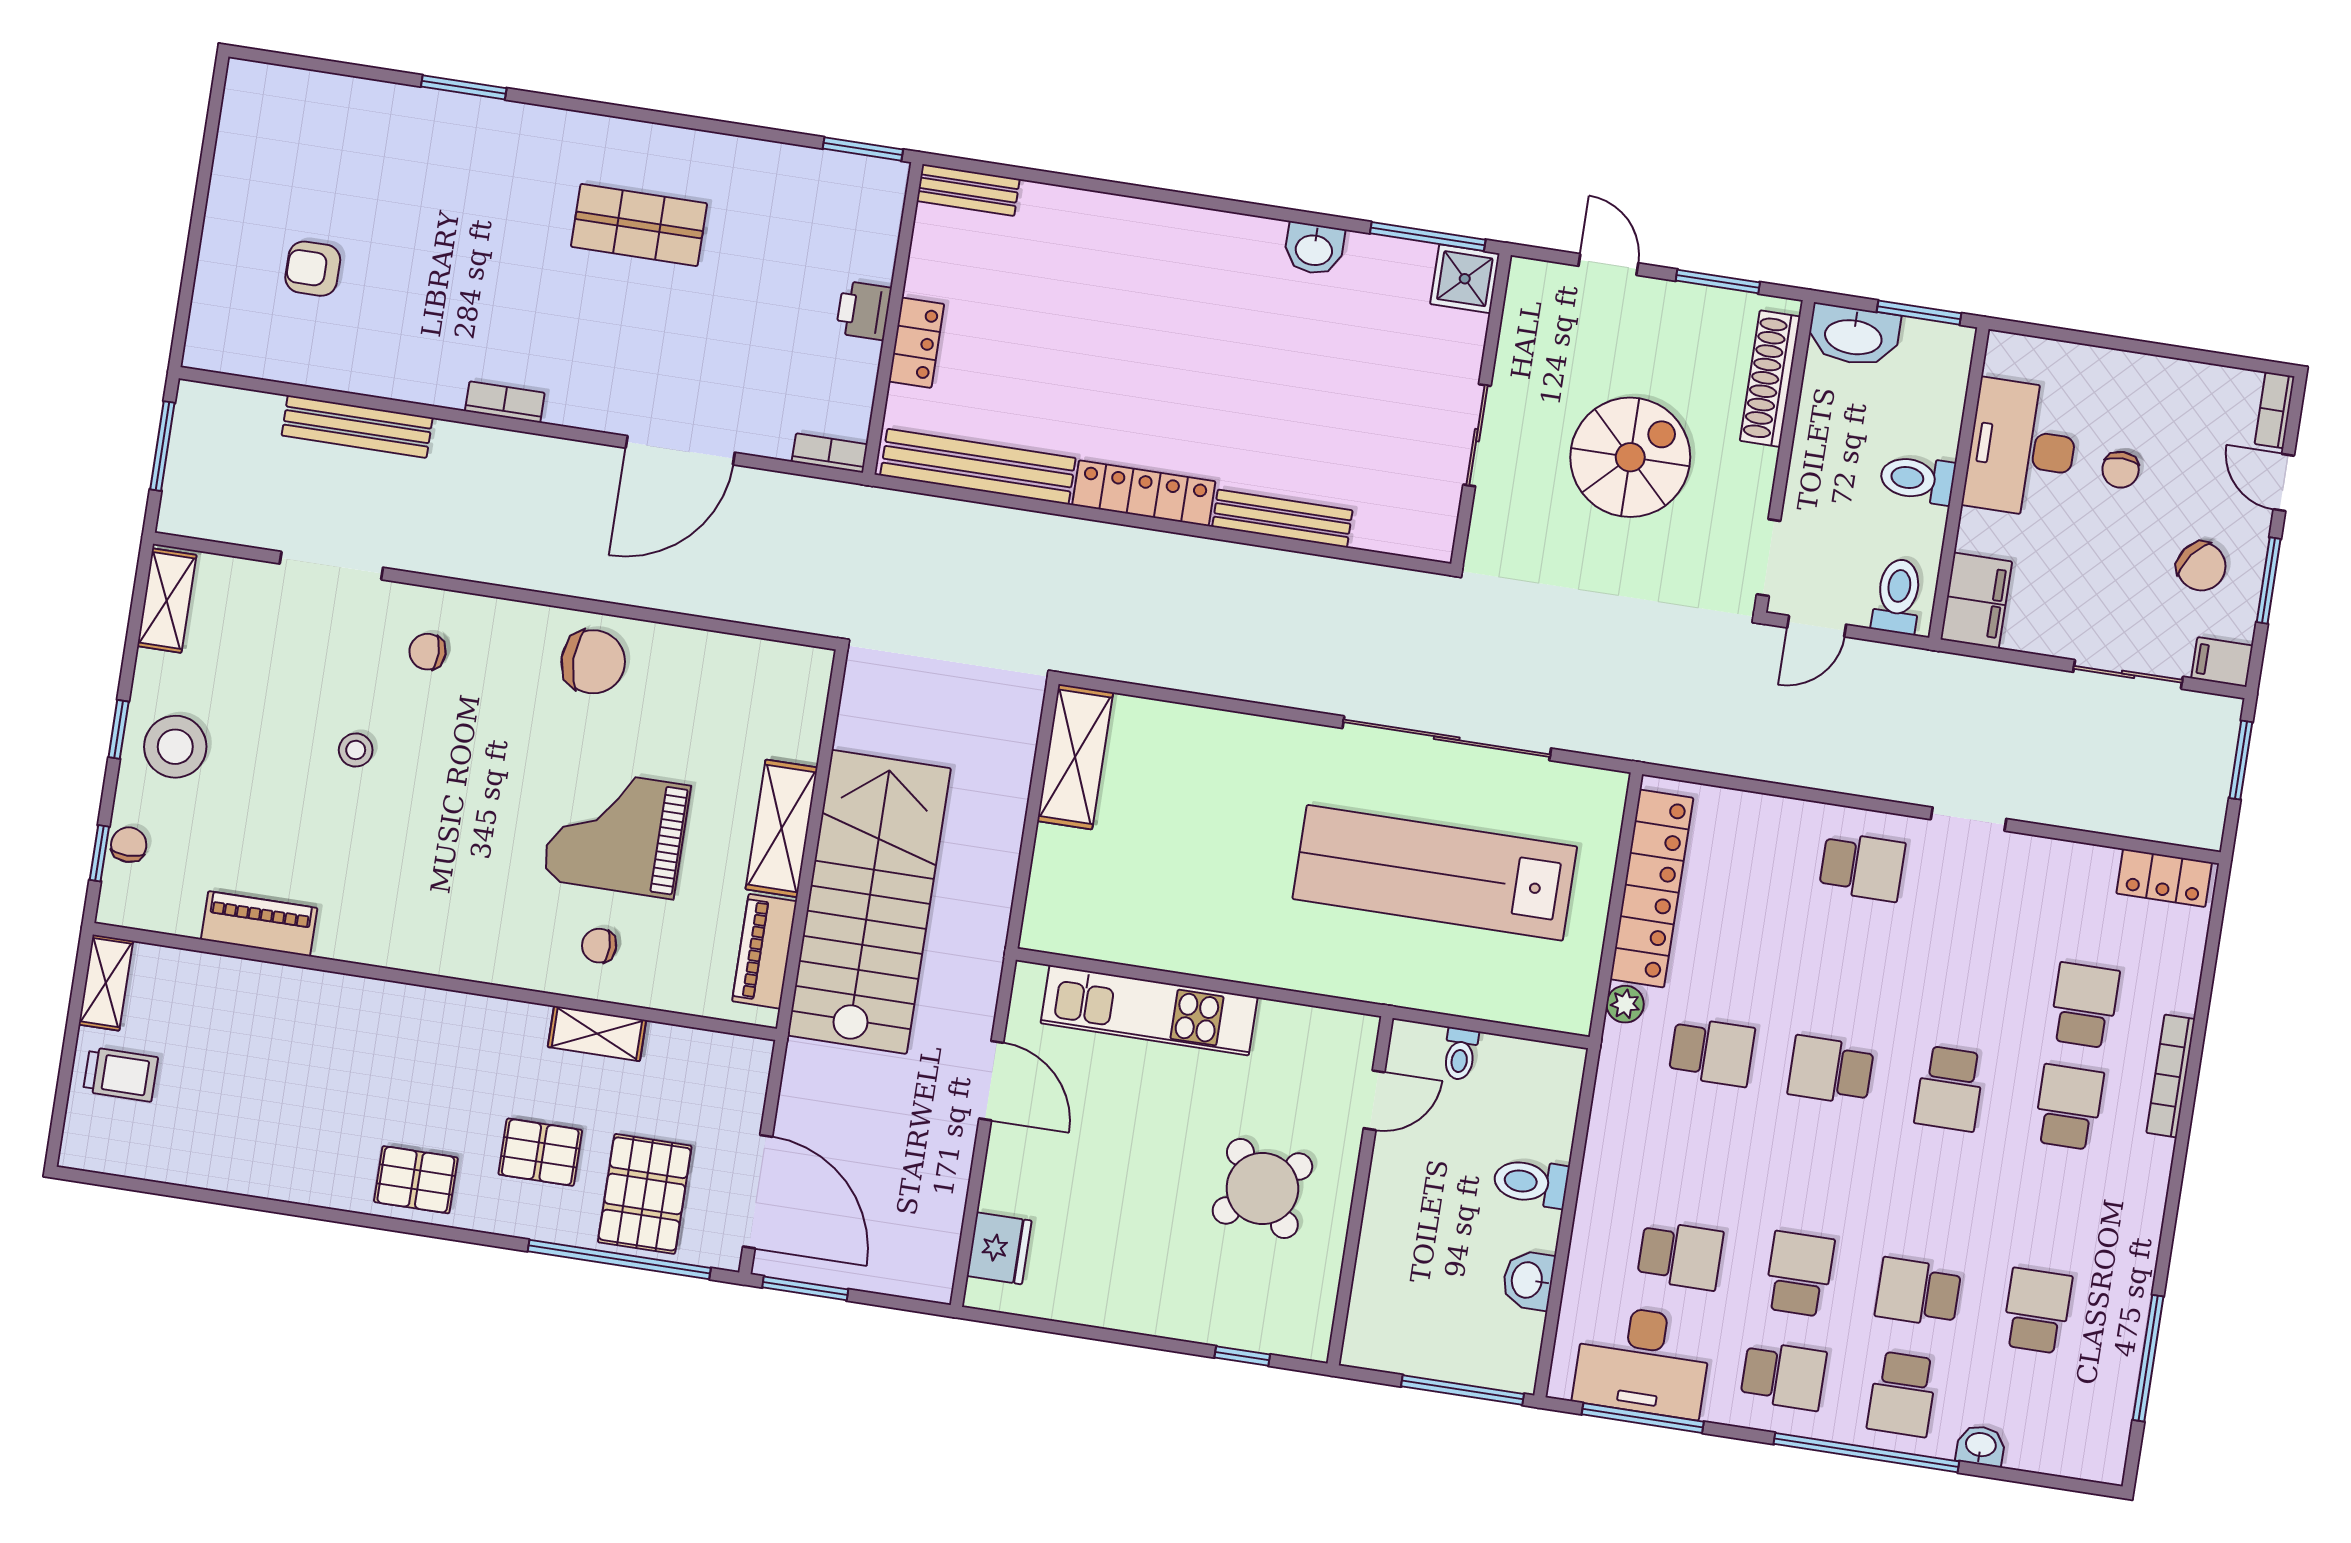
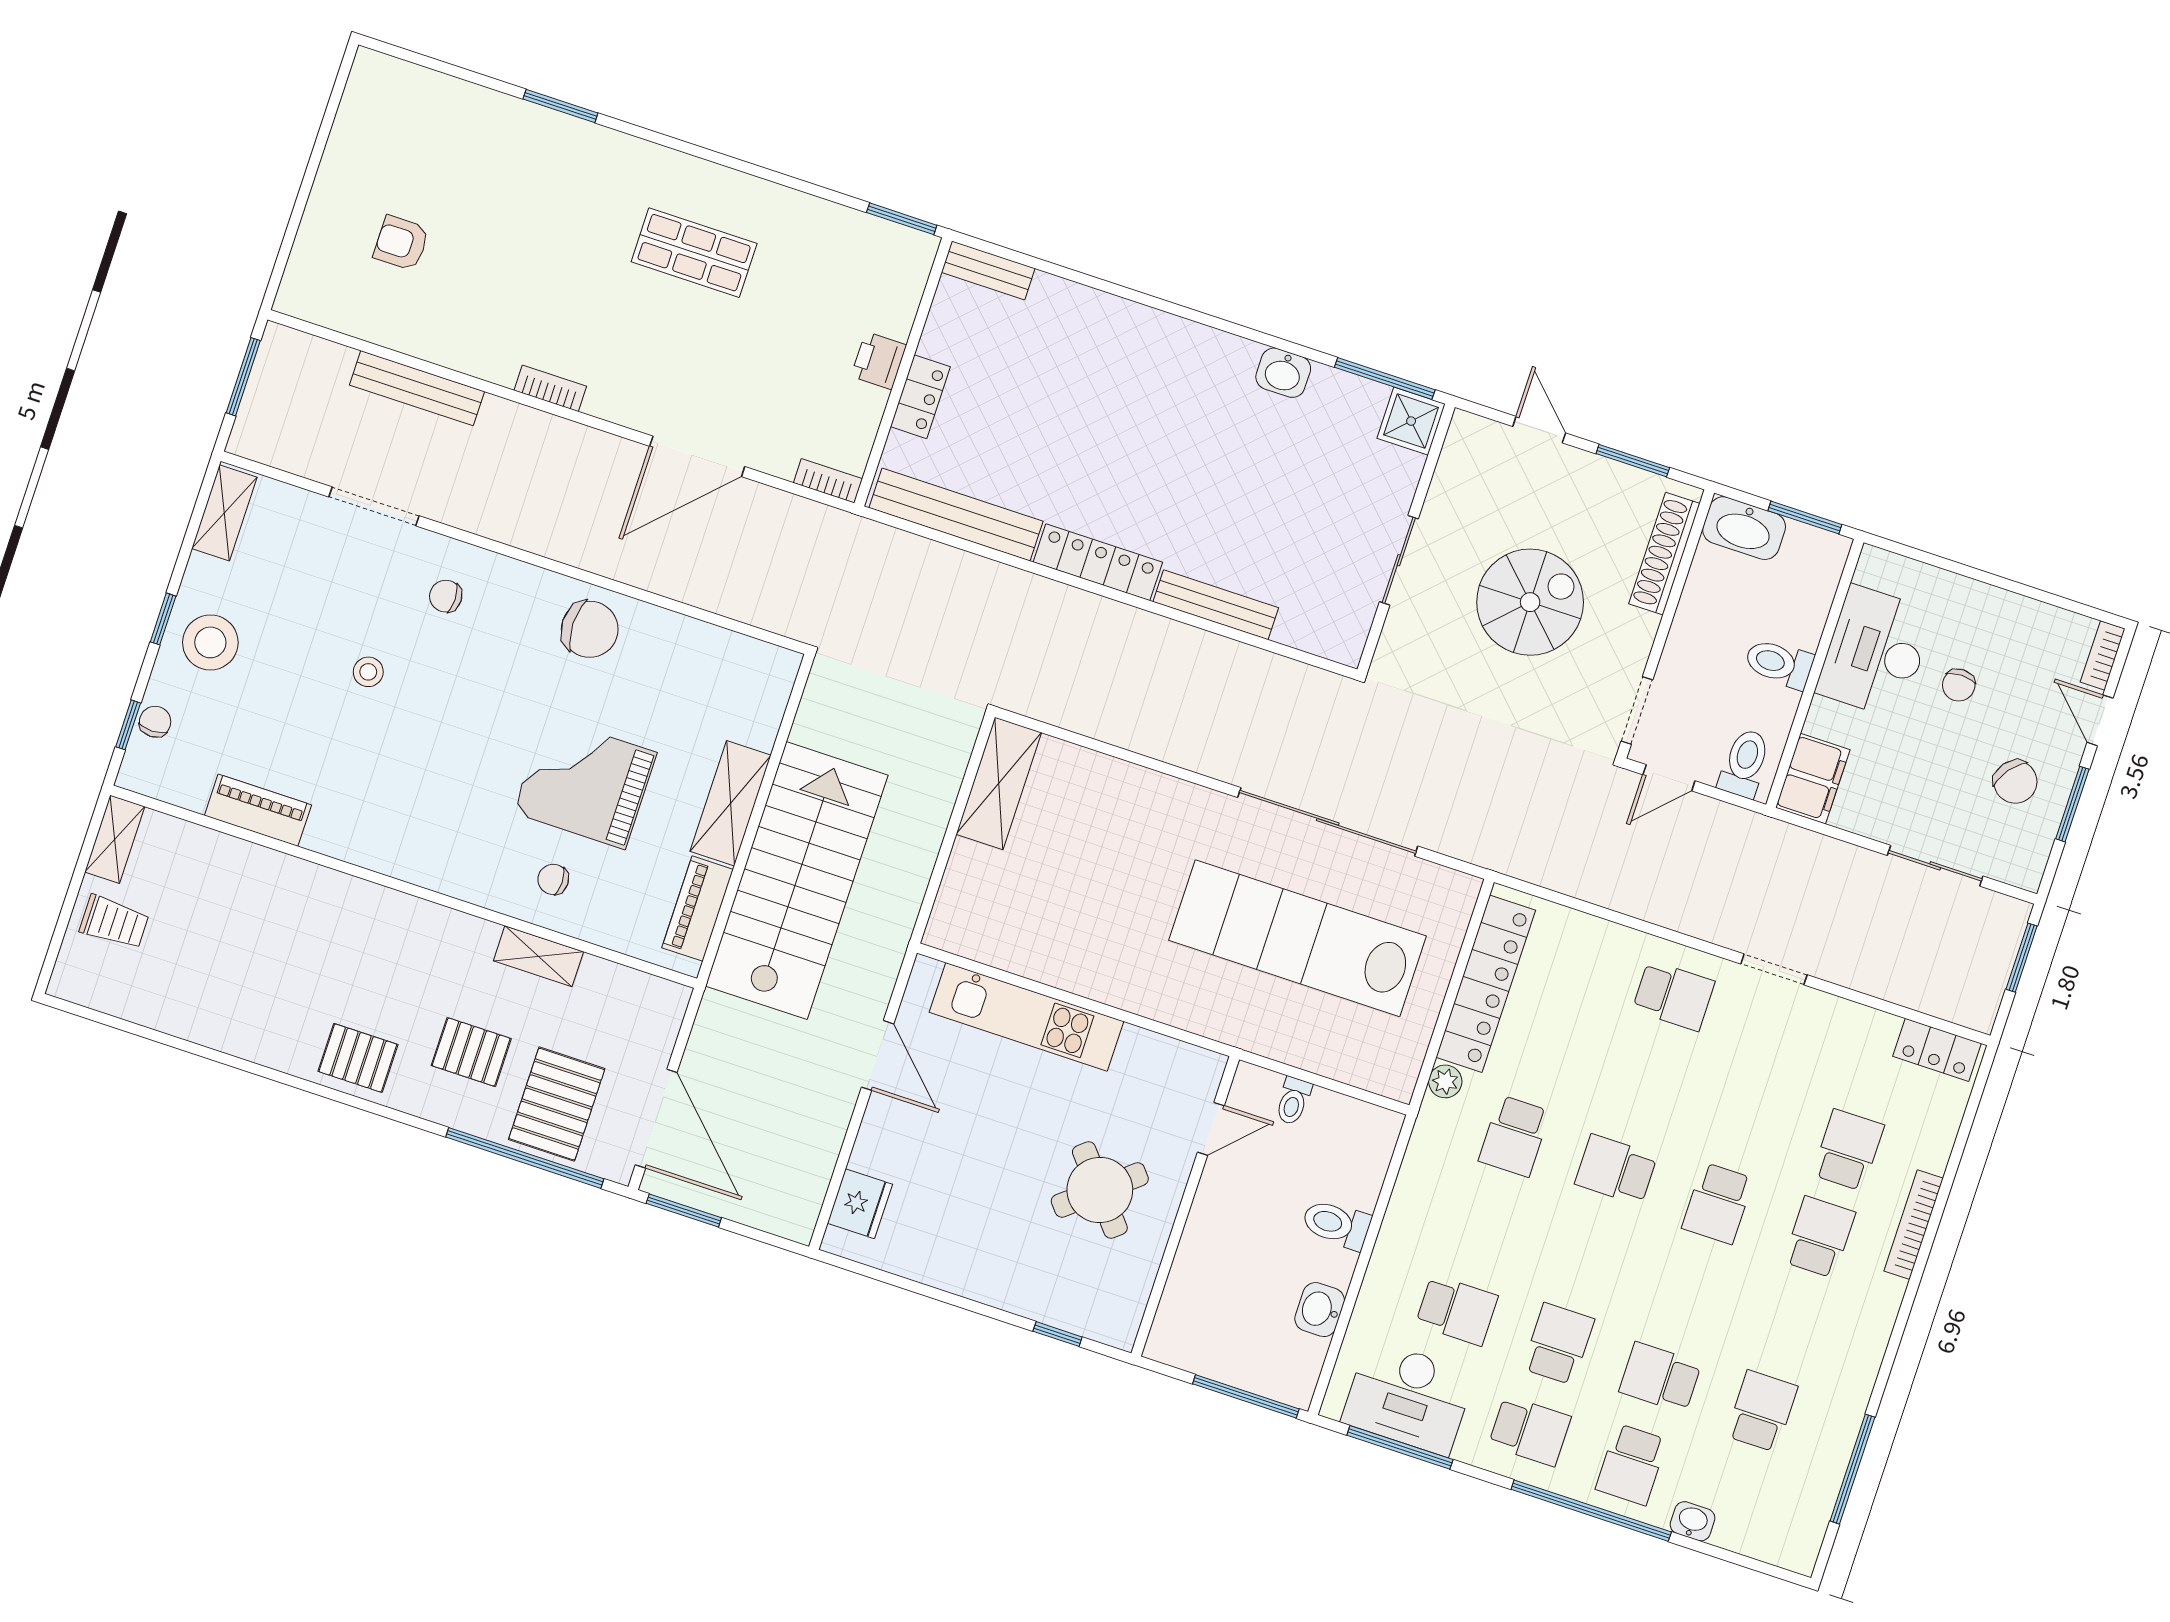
filing cabinet: (2222, 662) -> (2020, 869), removed
school desk: (1712, 1052) -> (1514, 1136), turned 90

